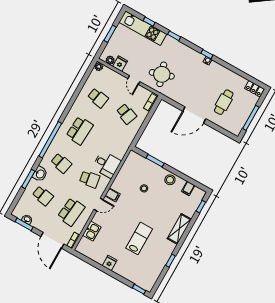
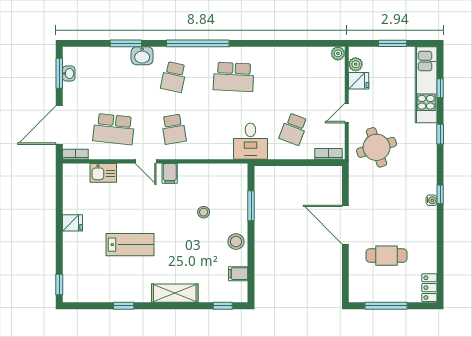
school desk: (98, 98) -> (294, 77), removed
desk: (107, 164) -> (250, 141), moved
school desk: (43, 196) -> (114, 77), removed

